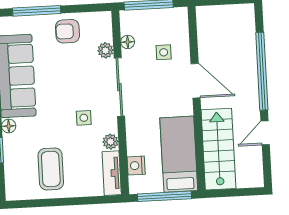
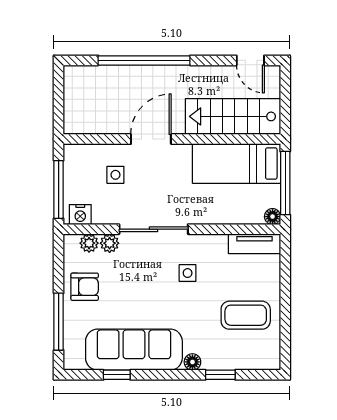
armchair: (67, 31) -> (85, 287), turned -90
floor lamp: (128, 42) -> (273, 217), moved
door: (265, 133) -> (250, 60), moved
plant: (110, 142) -> (89, 243), moved
nightstand: (136, 166) -> (80, 215), moved

